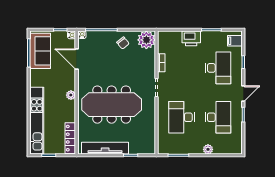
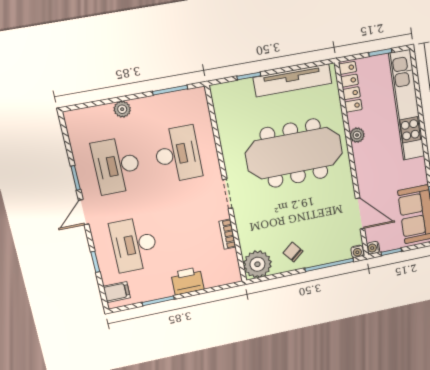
plant: (71, 95) -> (357, 135), moved

